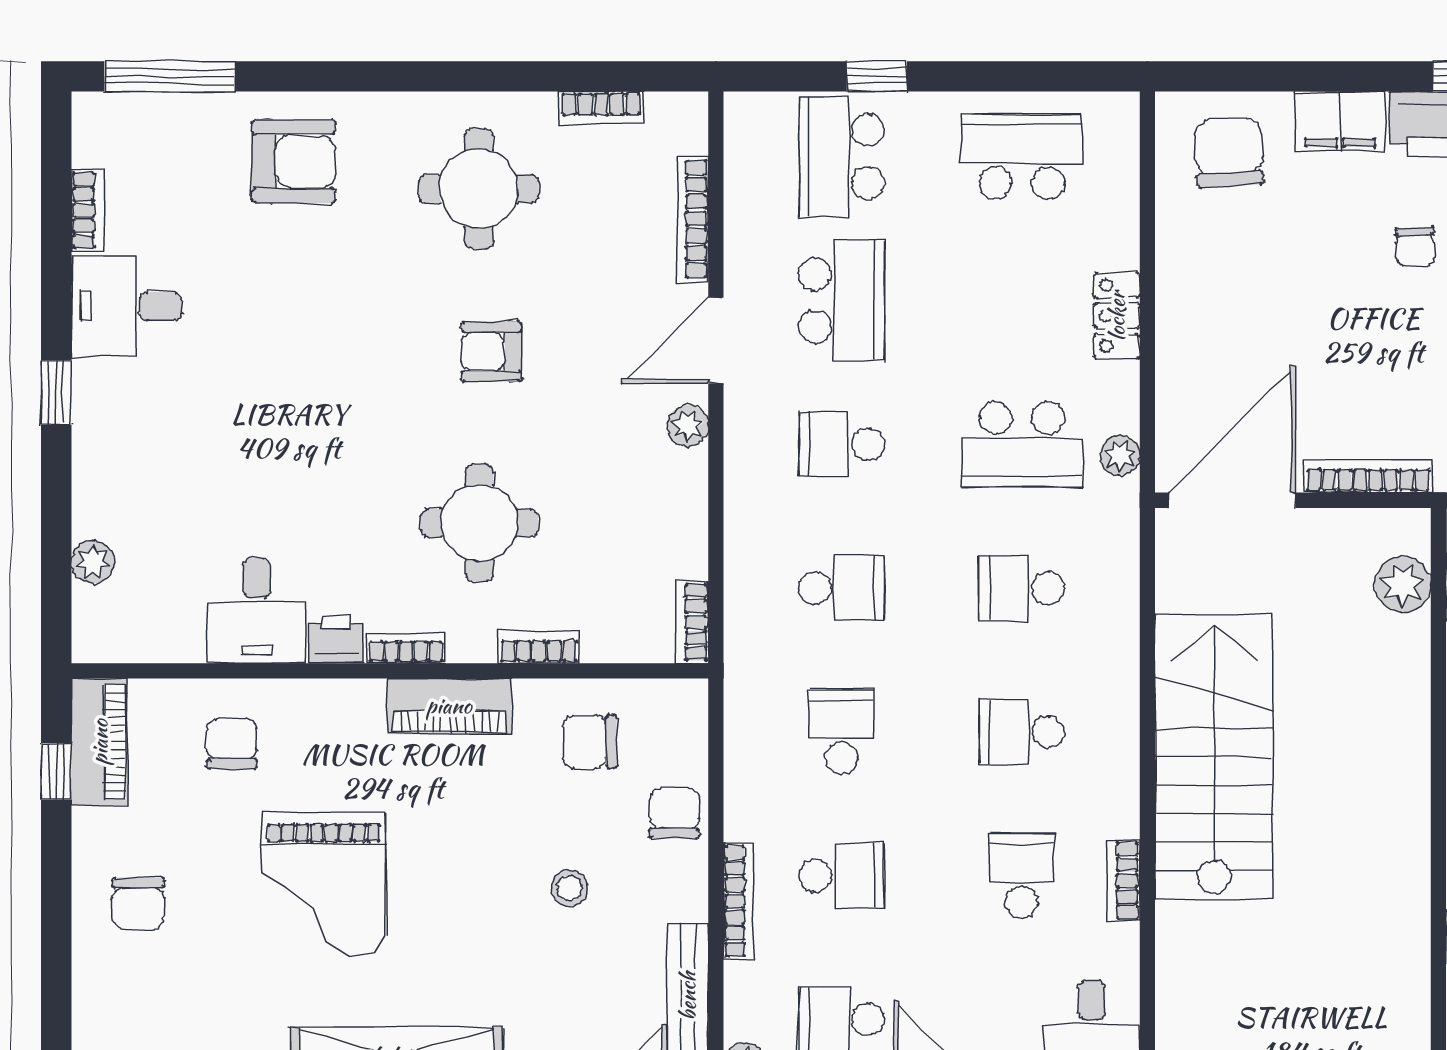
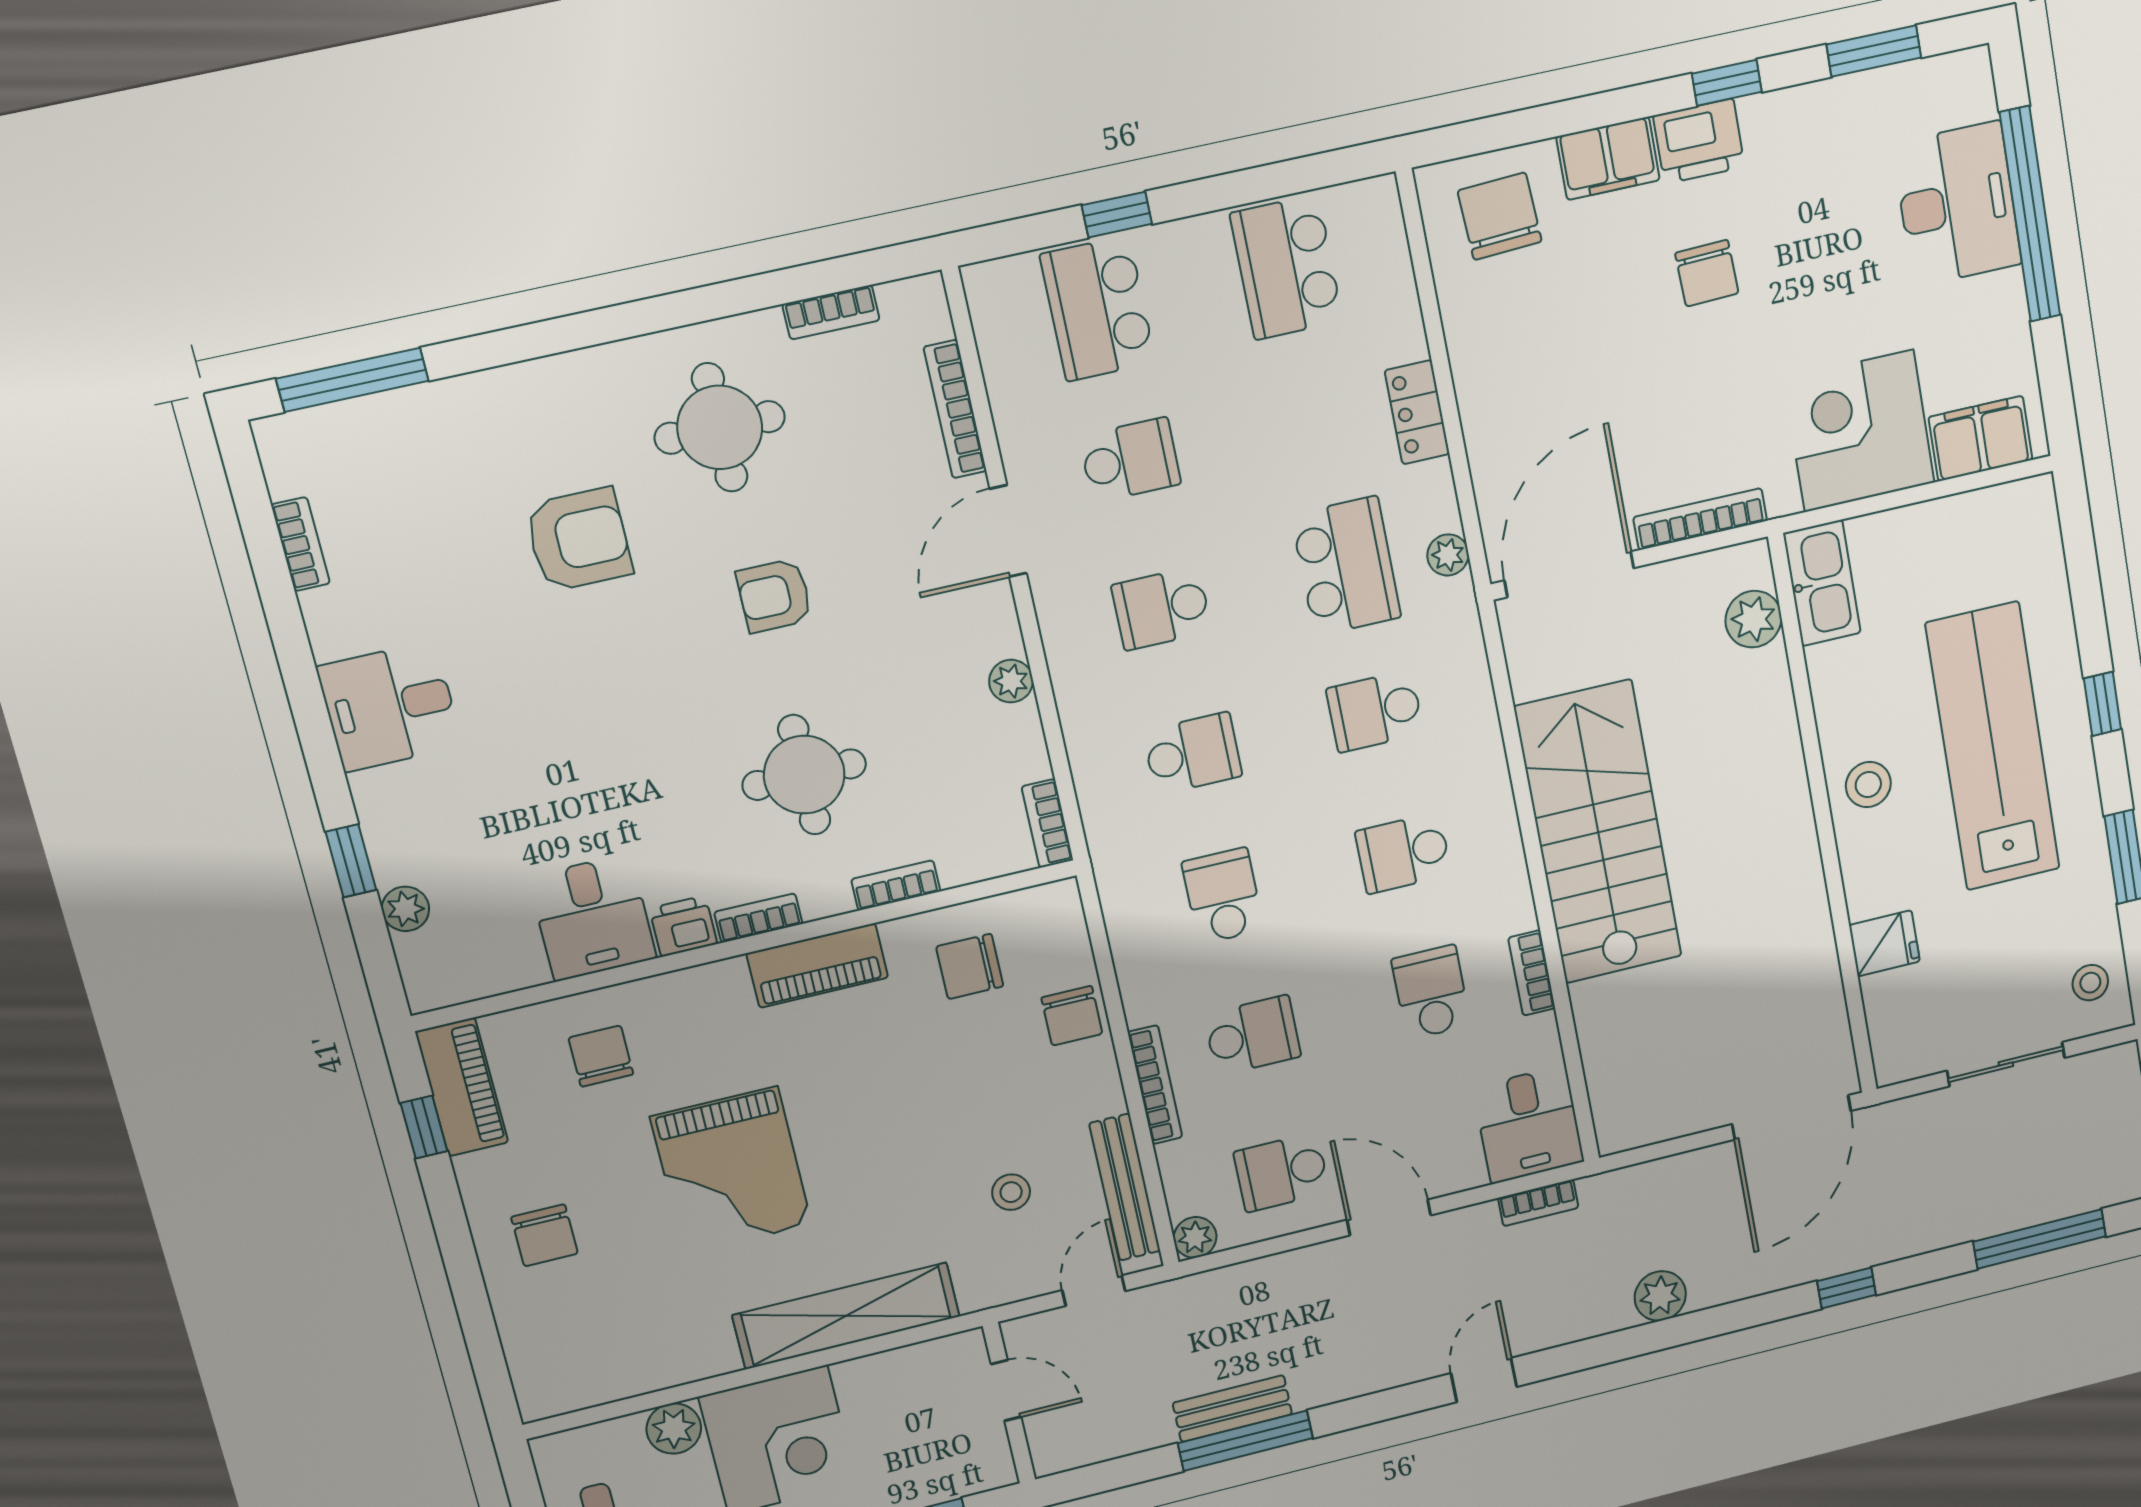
school desk: (1022, 157) -> (1287, 267), turned -90
armchair: (294, 161) -> (579, 540), moved
chair: (1415, 247) -> (1707, 273), width x1.37, depth x1.37
school desk: (841, 300) -> (1130, 460), width x0.54
desk: (127, 306) -> (389, 707), moved
window: (56, 392) -> (351, 861), moved
plant: (688, 426) -> (1011, 681), moved
school desk: (1022, 444) -> (1346, 566), turned -90
chair: (674, 813) -> (1072, 1016), turned 180
stool: (570, 888) -> (1011, 1192), moved

